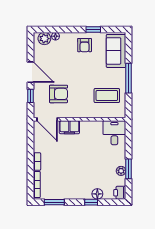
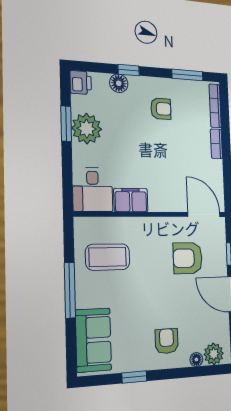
armchair: (85, 45) -> (167, 341), moved
filing cabinet: (69, 127) -> (131, 200), moved
plant: (121, 171) -> (87, 129), width x1.88, depth x1.88
armchair: (72, 181) -> (161, 109), added

